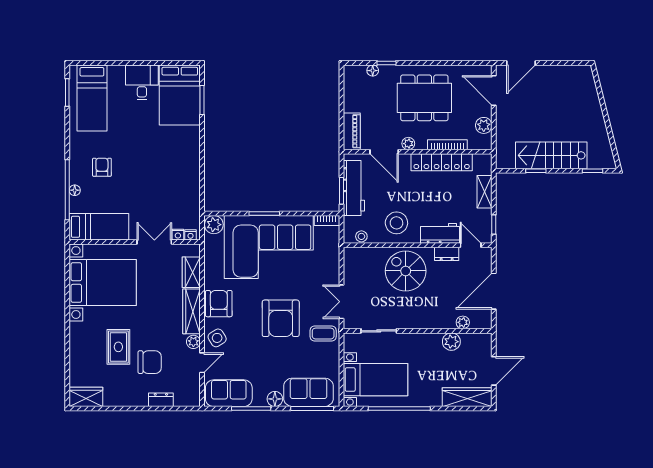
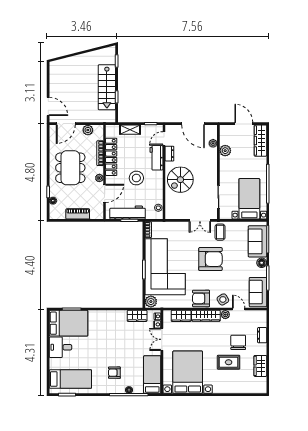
piano: (352, 131) -> (78, 214), moved
wardrobe: (191, 203) -> (137, 316), added
stool: (396, 223) -> (136, 178), moved
wardrobe: (86, 397) -> (260, 366), moved

